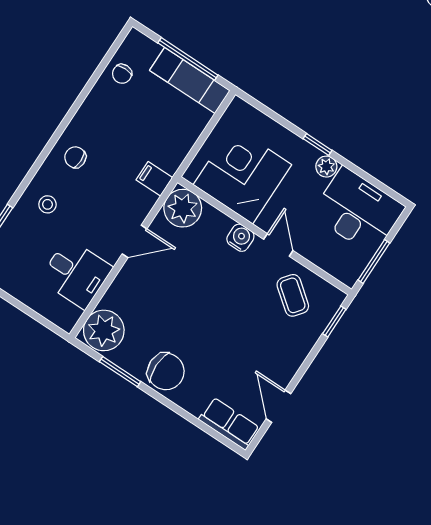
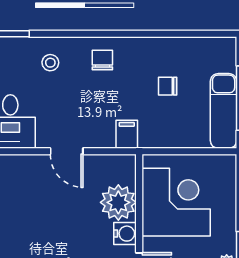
chair: (122, 74) -> (168, 86), moved
plant: (183, 208) -> (118, 202), moved

